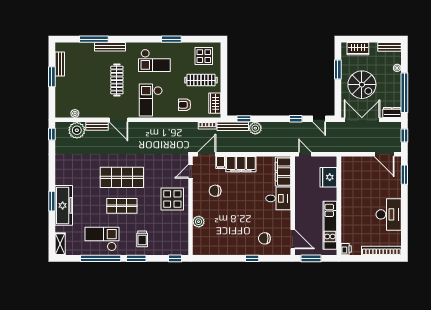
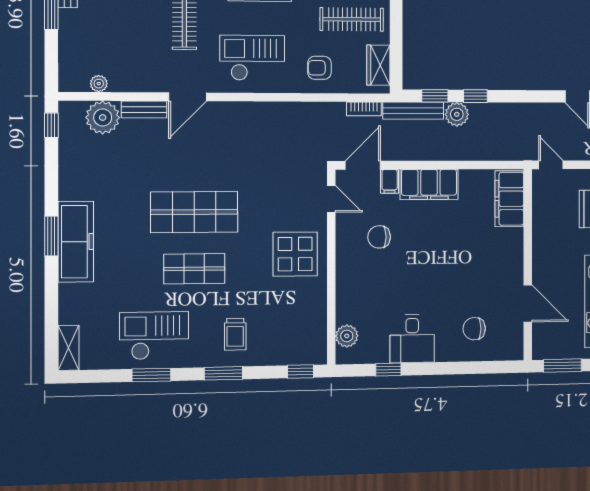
checkout: (151, 100) -> (252, 58), turned 90
window: (296, 119) -> (475, 96), moved
door: (118, 120) -> (188, 97), hinge flipped
door: (191, 171) -> (331, 199), swing flipped
desk: (278, 198) -> (412, 339), moved, turned 90
window: (52, 201) -> (51, 236), moved
freezer: (64, 205) -> (76, 242), moved
plant: (199, 222) -> (347, 336), moved
door: (293, 239) -> (528, 303), moved
window: (101, 258) -> (152, 375), width x0.47
window: (252, 258) -> (388, 370), moved

